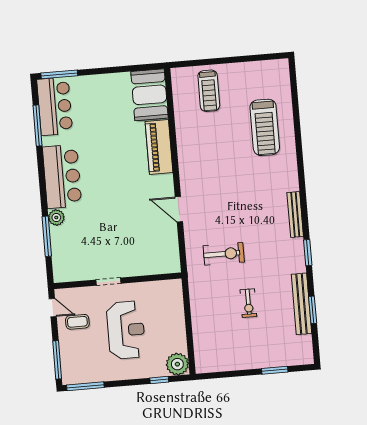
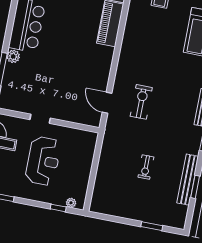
door: (179, 209) -> (107, 103), moved
exercise bike: (224, 254) -> (141, 102), moved, turned -90
plant: (177, 364) -> (71, 203), width x0.53, depth x0.53

